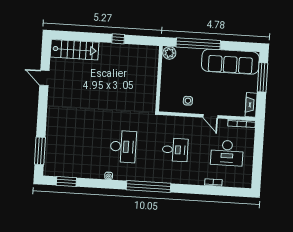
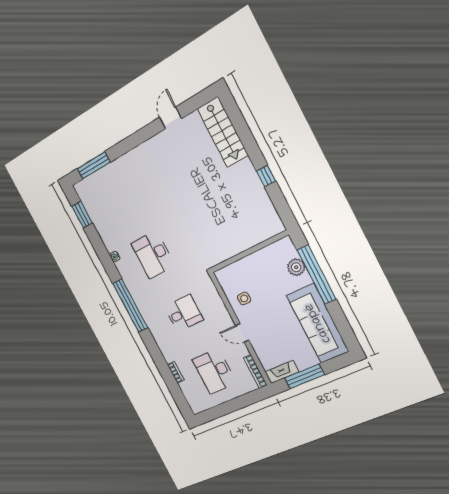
plant: (169, 53) -> (296, 267), moved
window: (263, 77) -> (304, 376), moved
door: (210, 116) -> (242, 333), hinge flipped
desk: (123, 147) -> (153, 255), turned 90
desk: (175, 150) -> (184, 313), turned -90

